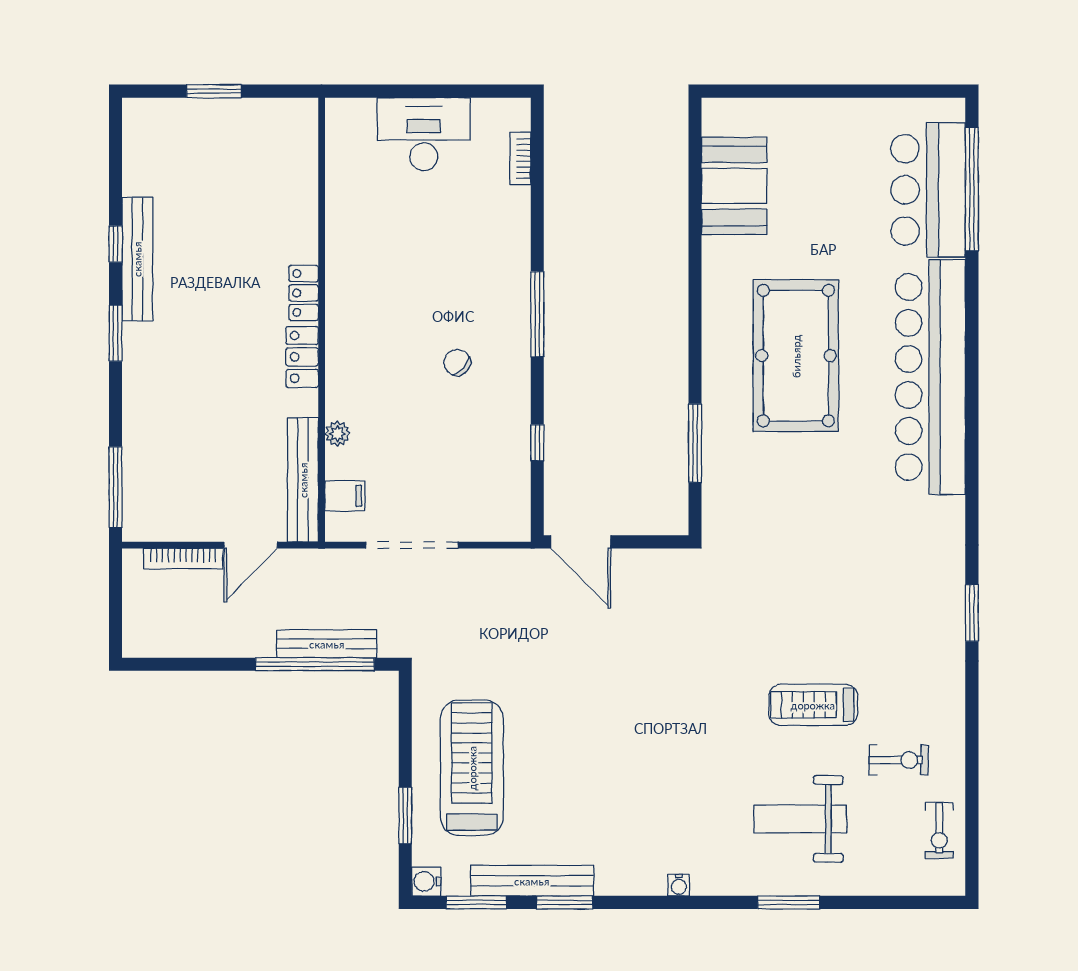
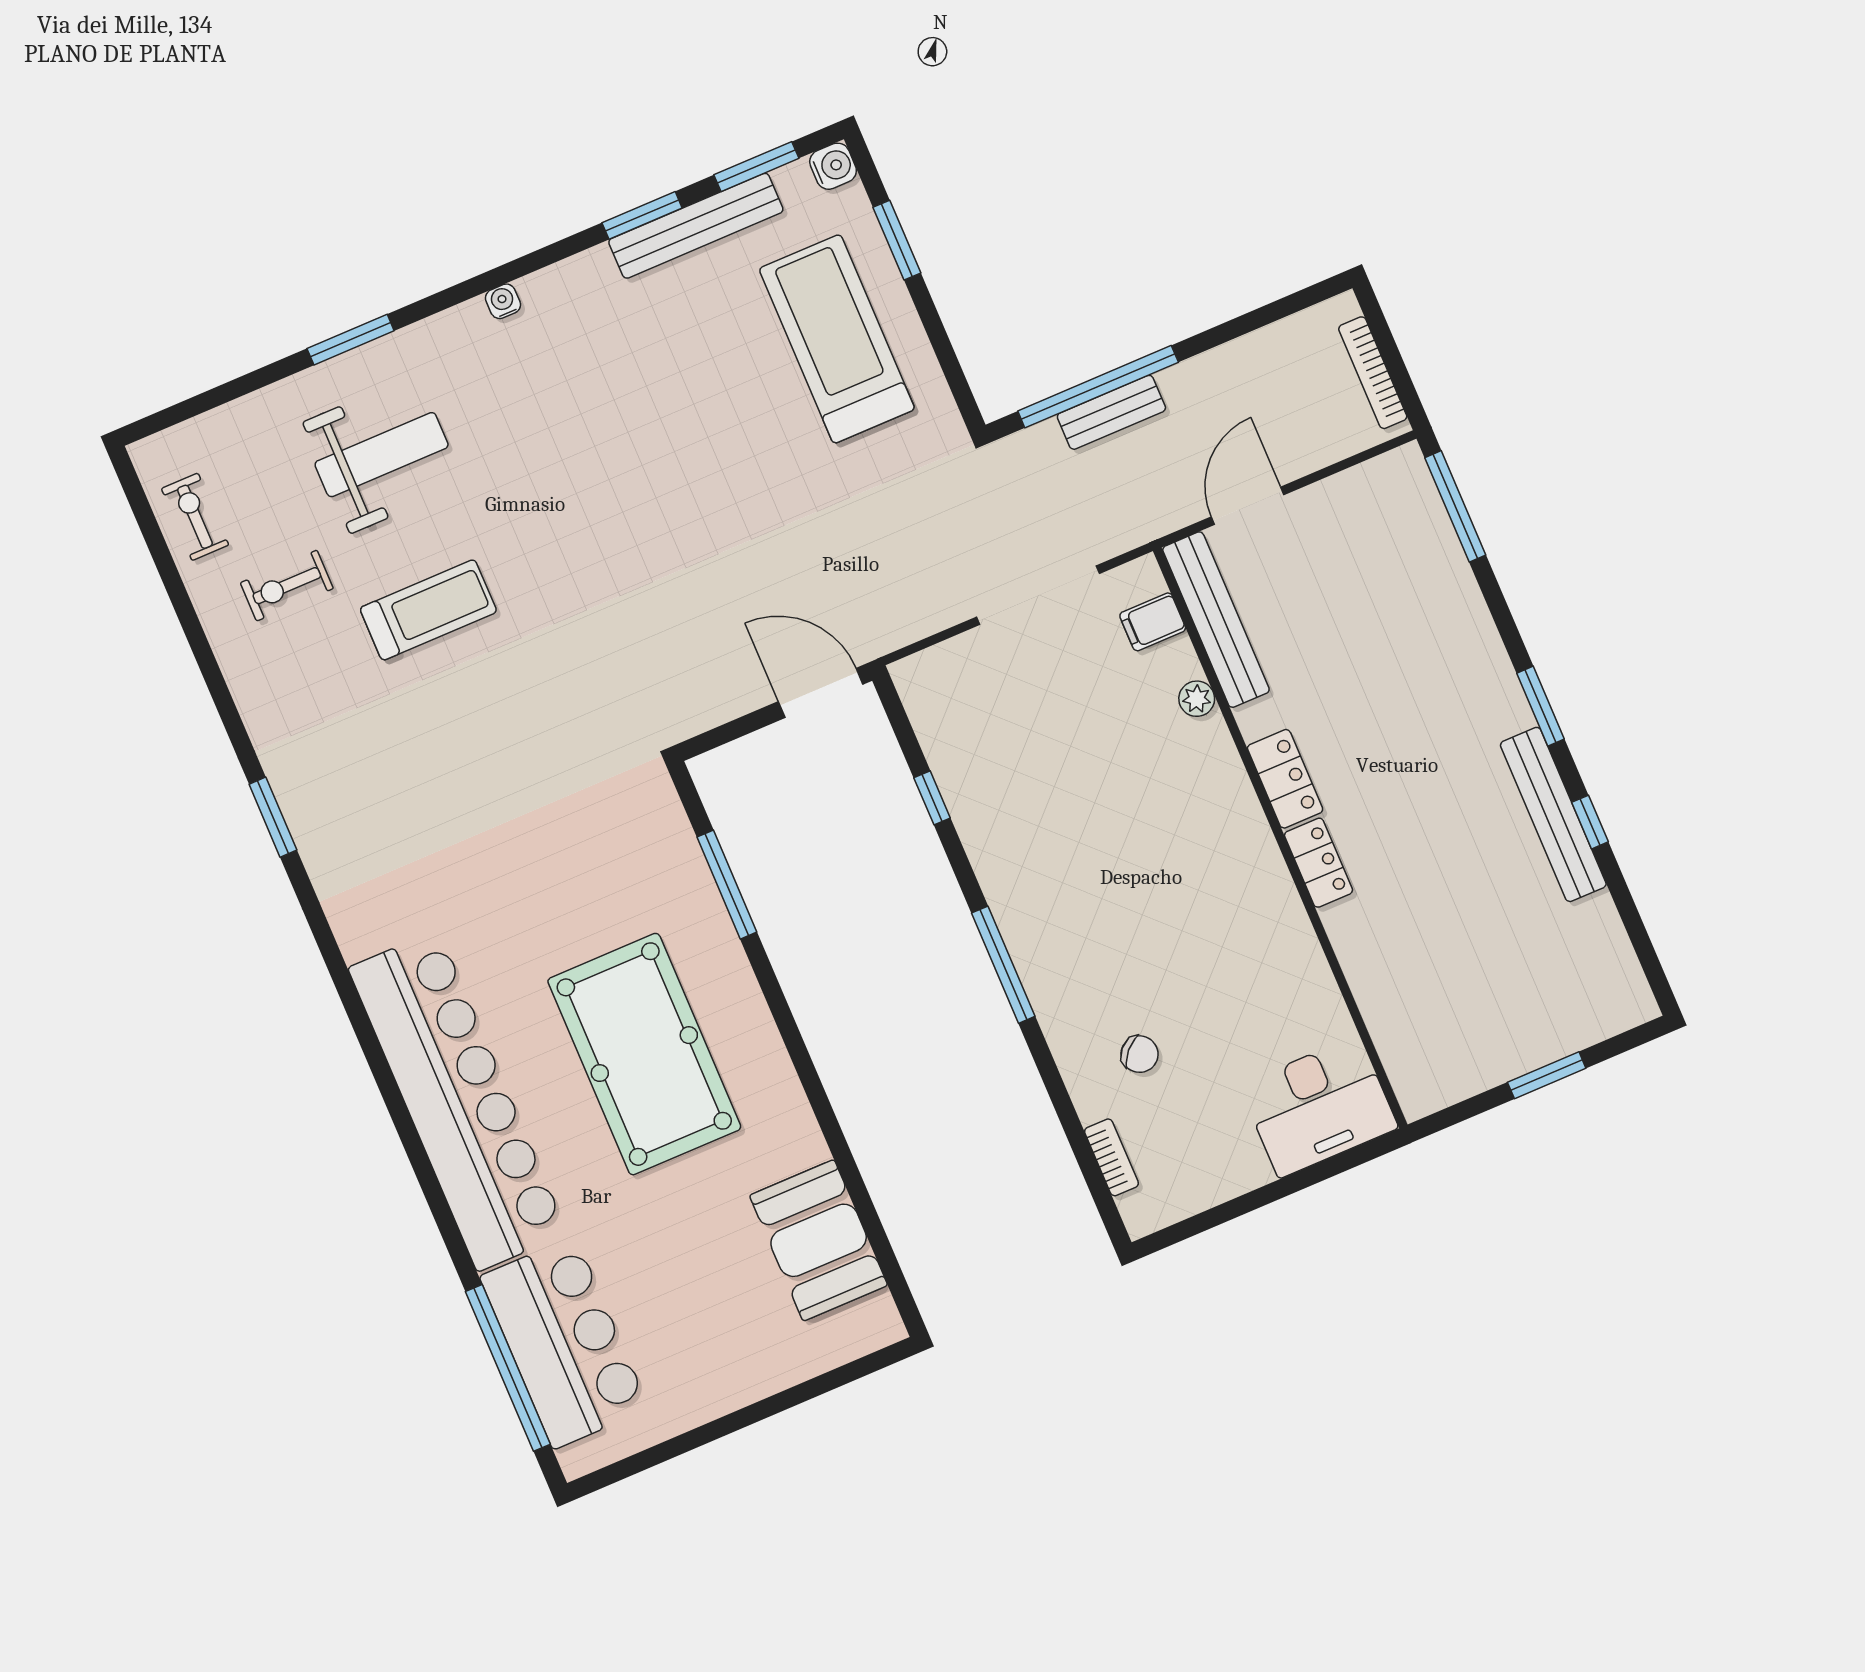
desk: (424, 134) -> (1319, 1107), moved
chair: (457, 362) -> (1140, 1054), moved
bookcase: (183, 559) -> (1373, 373), moved, turned -90
bench: (327, 644) -> (1111, 412), width x0.73
treadmill: (472, 768) -> (837, 339), turned 180

